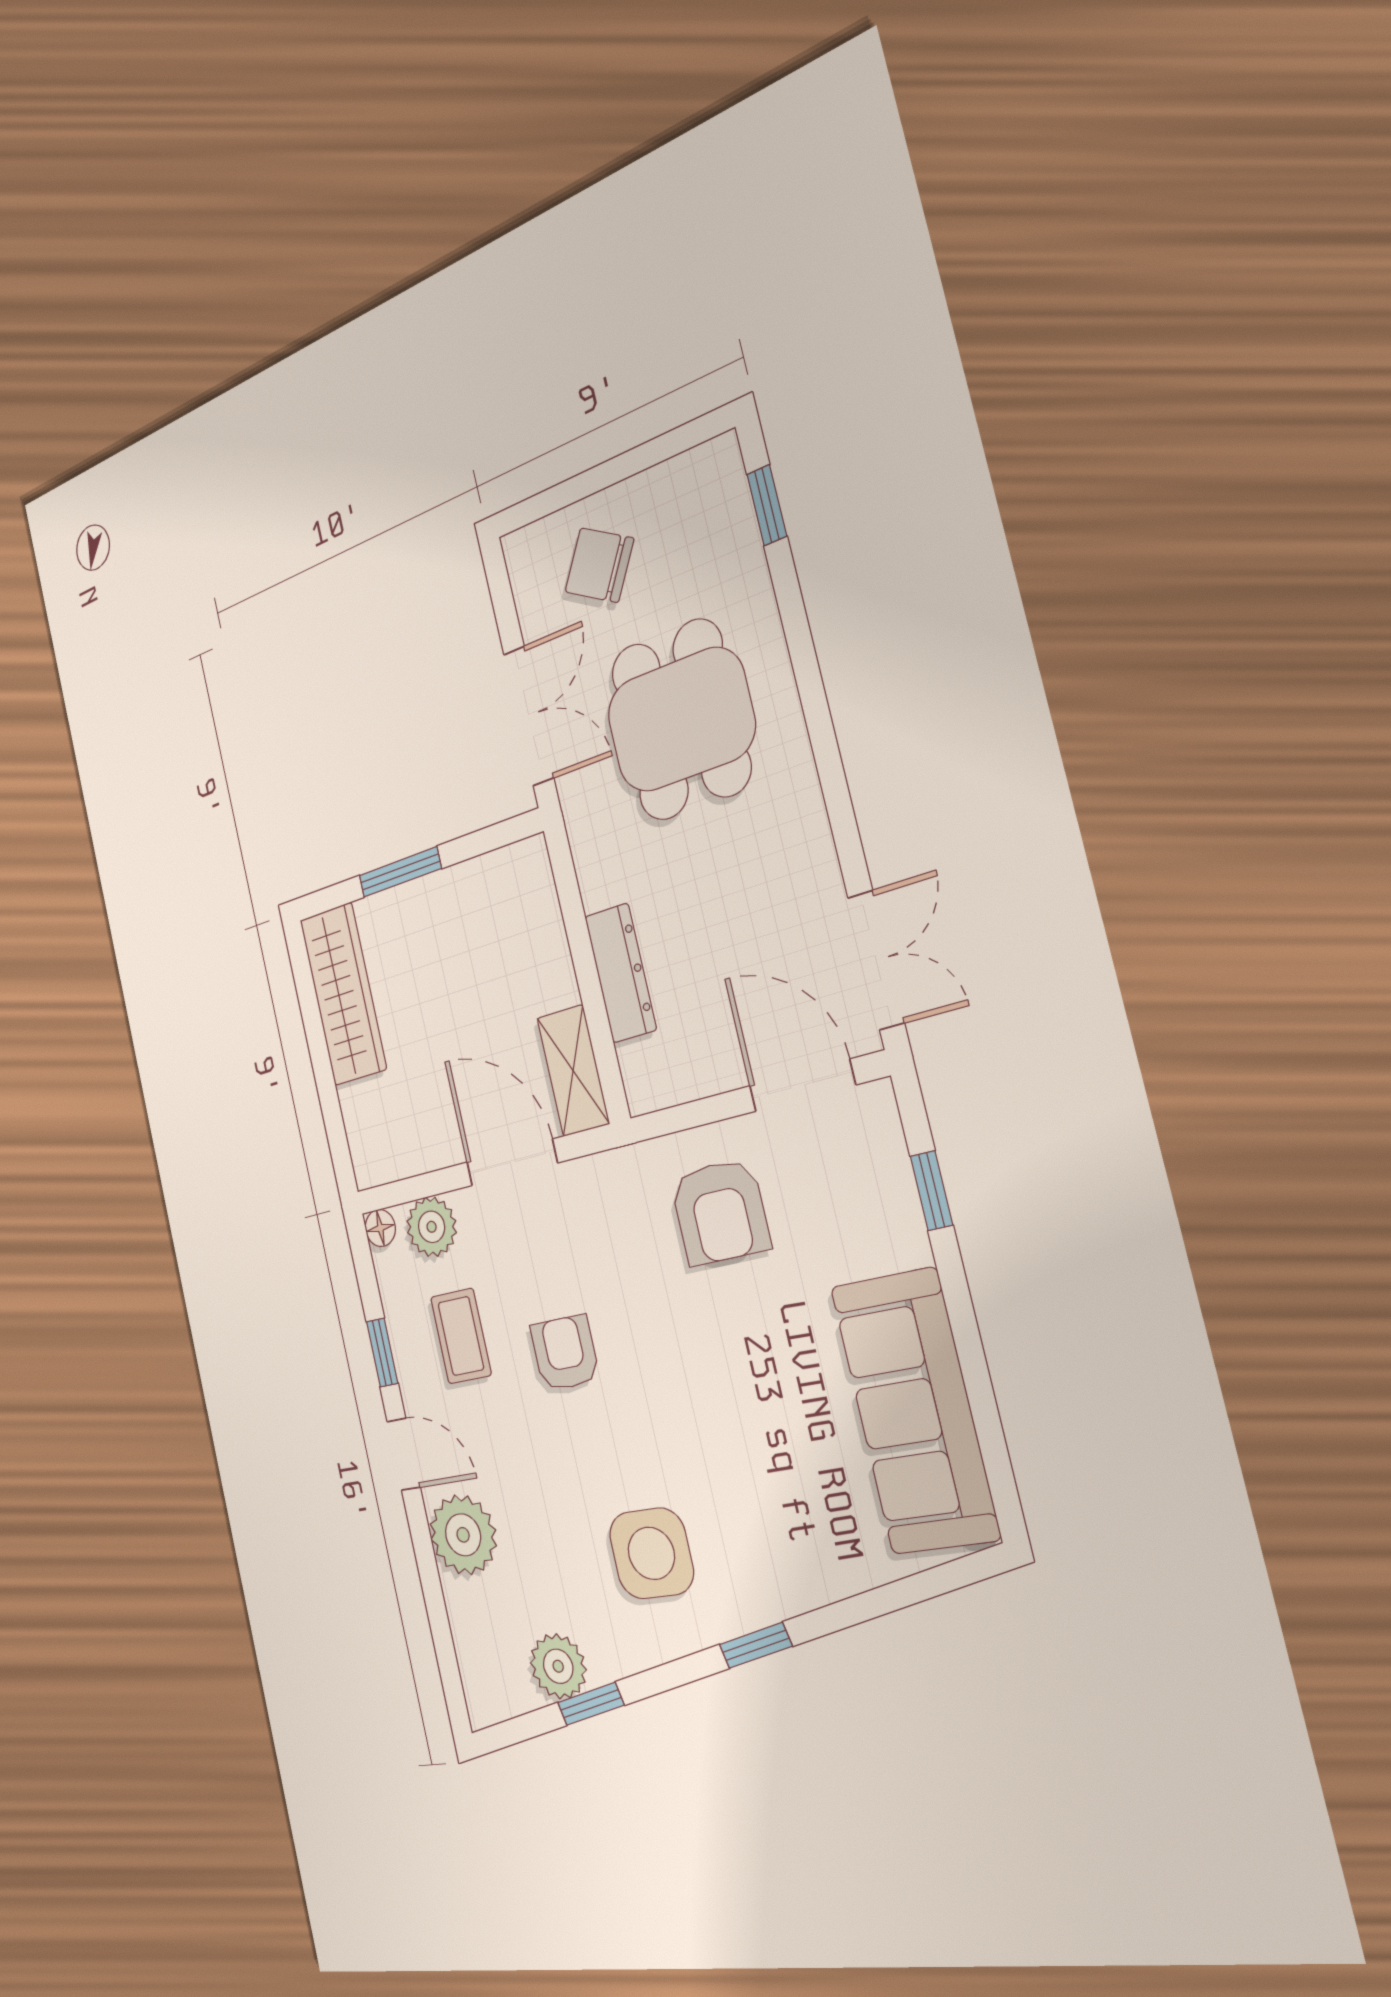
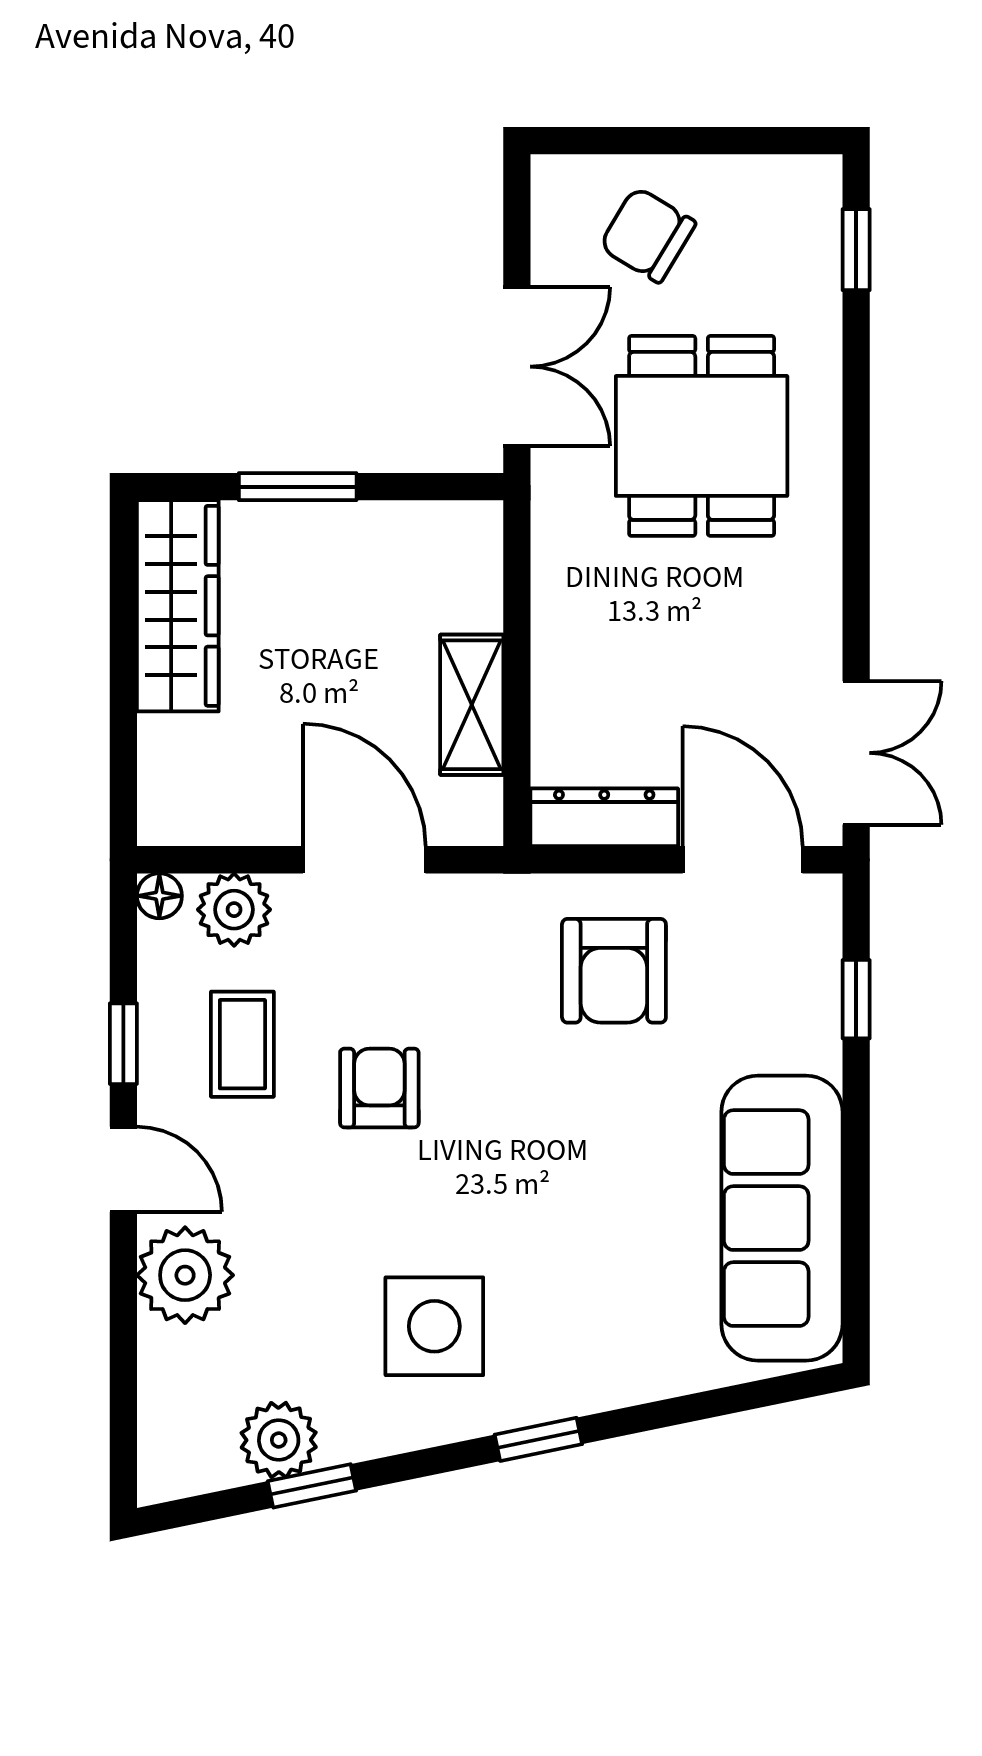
dresser: (621, 973) -> (604, 817), moved, turned -90
shelving: (573, 1071) -> (472, 705), moved

